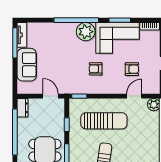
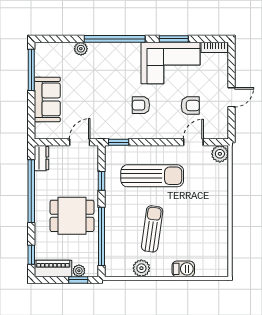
plant: (86, 32) -> (81, 49), moved, width x0.53, depth x0.53
tv unit: (22, 35) -> (41, 59), removed
door: (51, 96) -> (80, 142), hinge flipped

